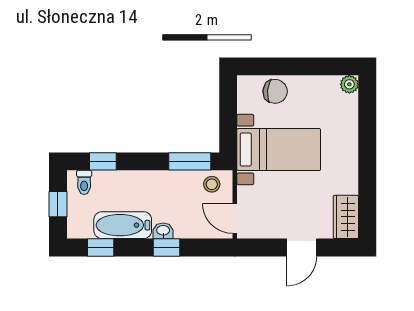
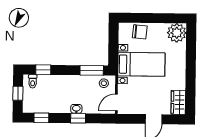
plant: (349, 84) -> (177, 33), width x1.87, depth x1.87
door: (235, 218) -> (116, 102), hinge flipped
bathtub: (123, 225) -> (54, 105), removed

